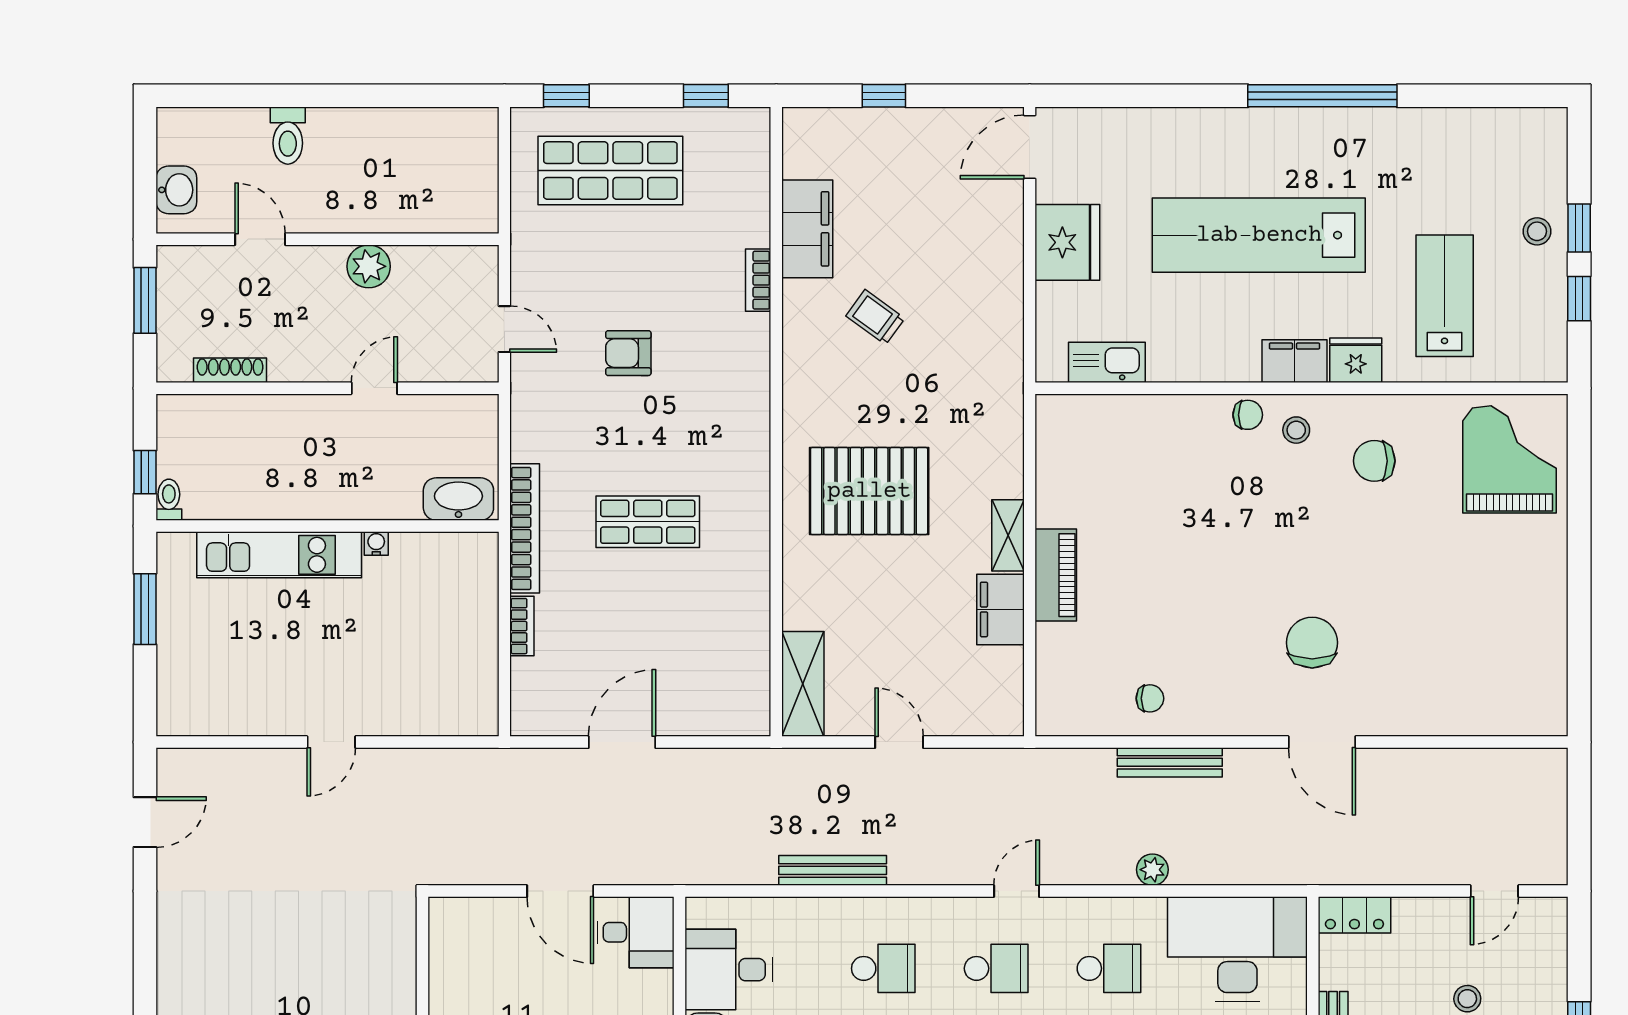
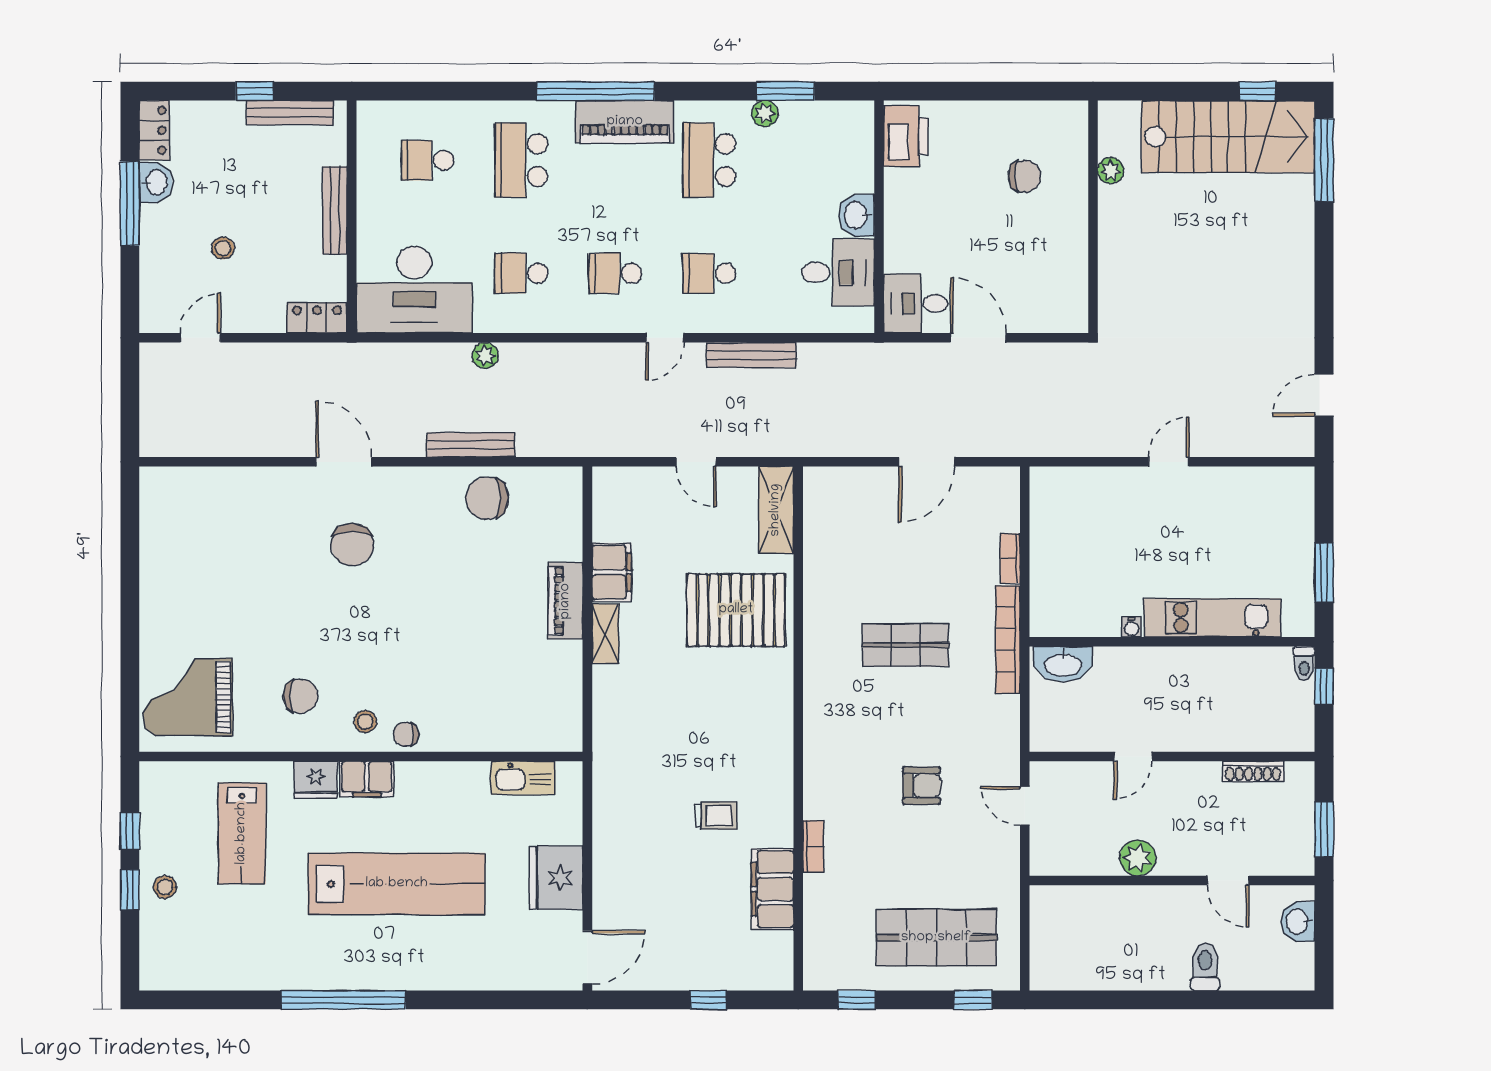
trolley: (875, 317) -> (716, 816), turned -36
grand piano: (1510, 459) -> (188, 697), turned 90
pallet: (869, 491) -> (736, 610), moved
chair: (1150, 698) -> (487, 498), width x1.87, depth x1.87
door: (1017, 891) -> (665, 338), moved

